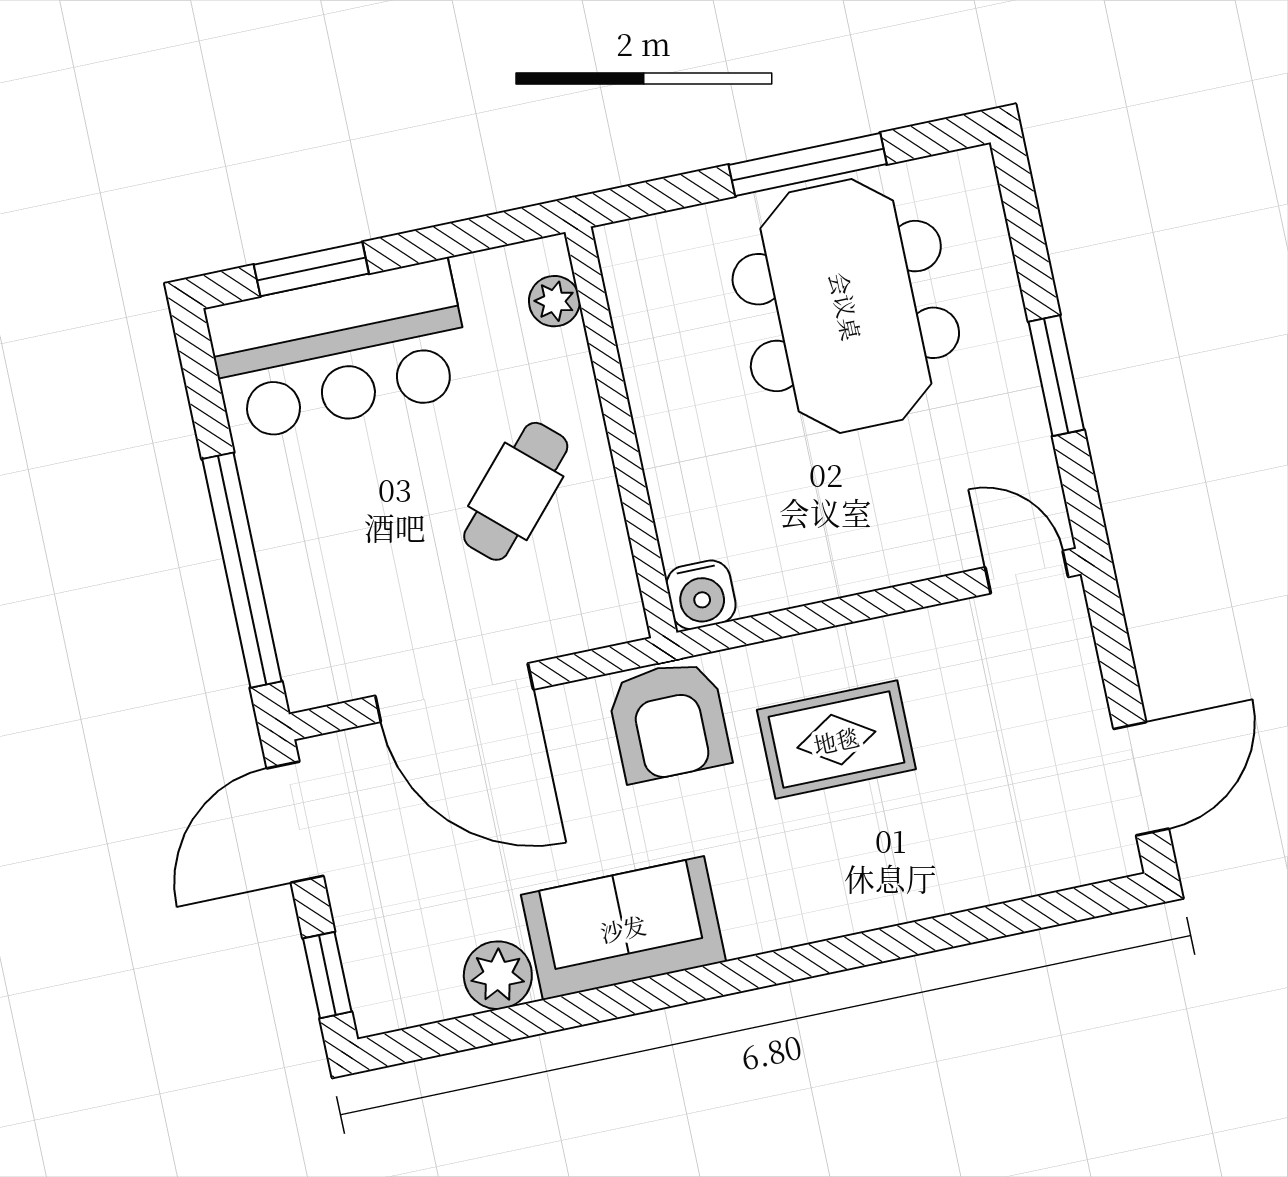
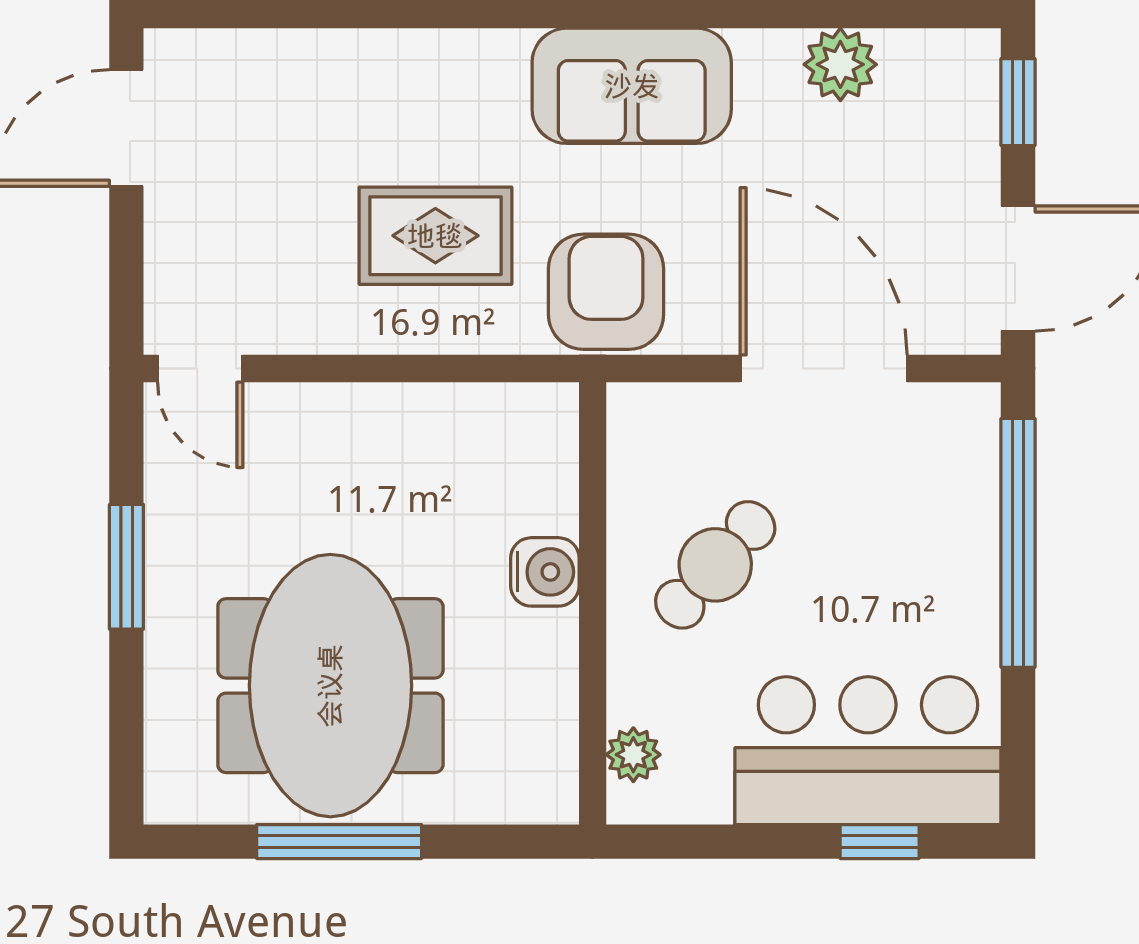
window: (311, 269) -> (880, 842), width x0.67
water cooler: (701, 595) -> (545, 572), moved, turned 90
sofa: (623, 928) -> (632, 86), moved

